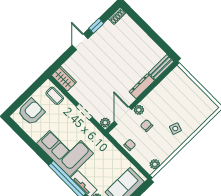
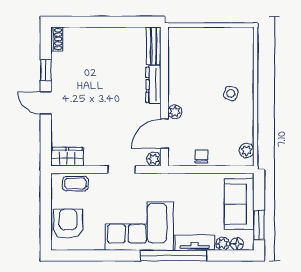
door: (123, 115) -> (164, 134), hinge flipped
chair: (147, 126) -> (199, 120), removed

